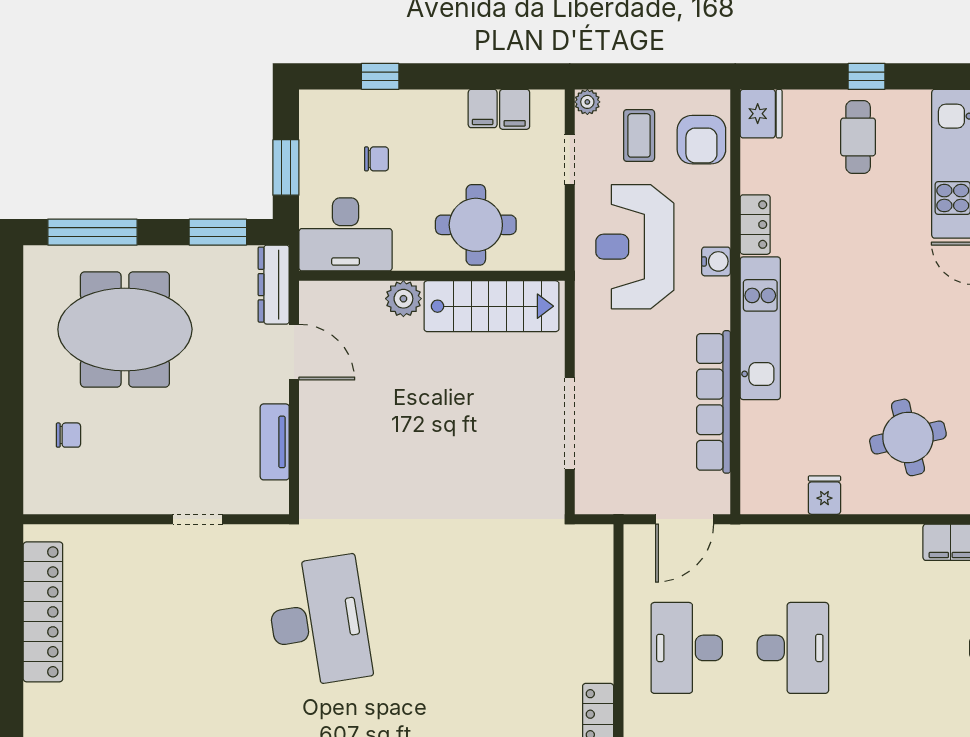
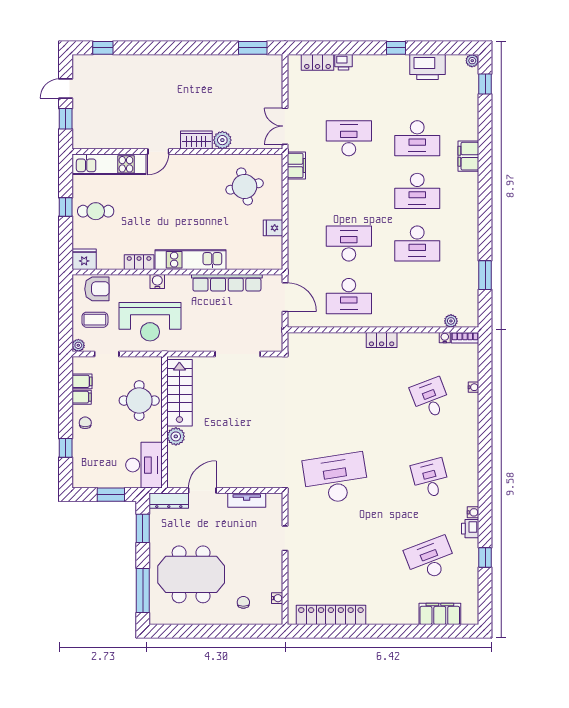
chair: (376, 159) -> (85, 423), moved
meeting table: (125, 329) -> (191, 574), turned 90
water cooler: (77, 503) -> (277, 598), added

